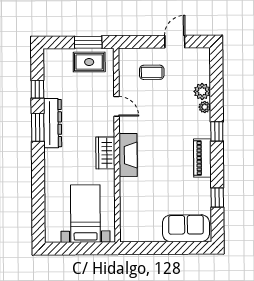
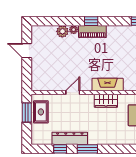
coffee table: (152, 72) -> (49, 67), removed
dresser: (53, 123) -> (70, 138), moved
piano: (202, 158) -> (92, 32), moved

